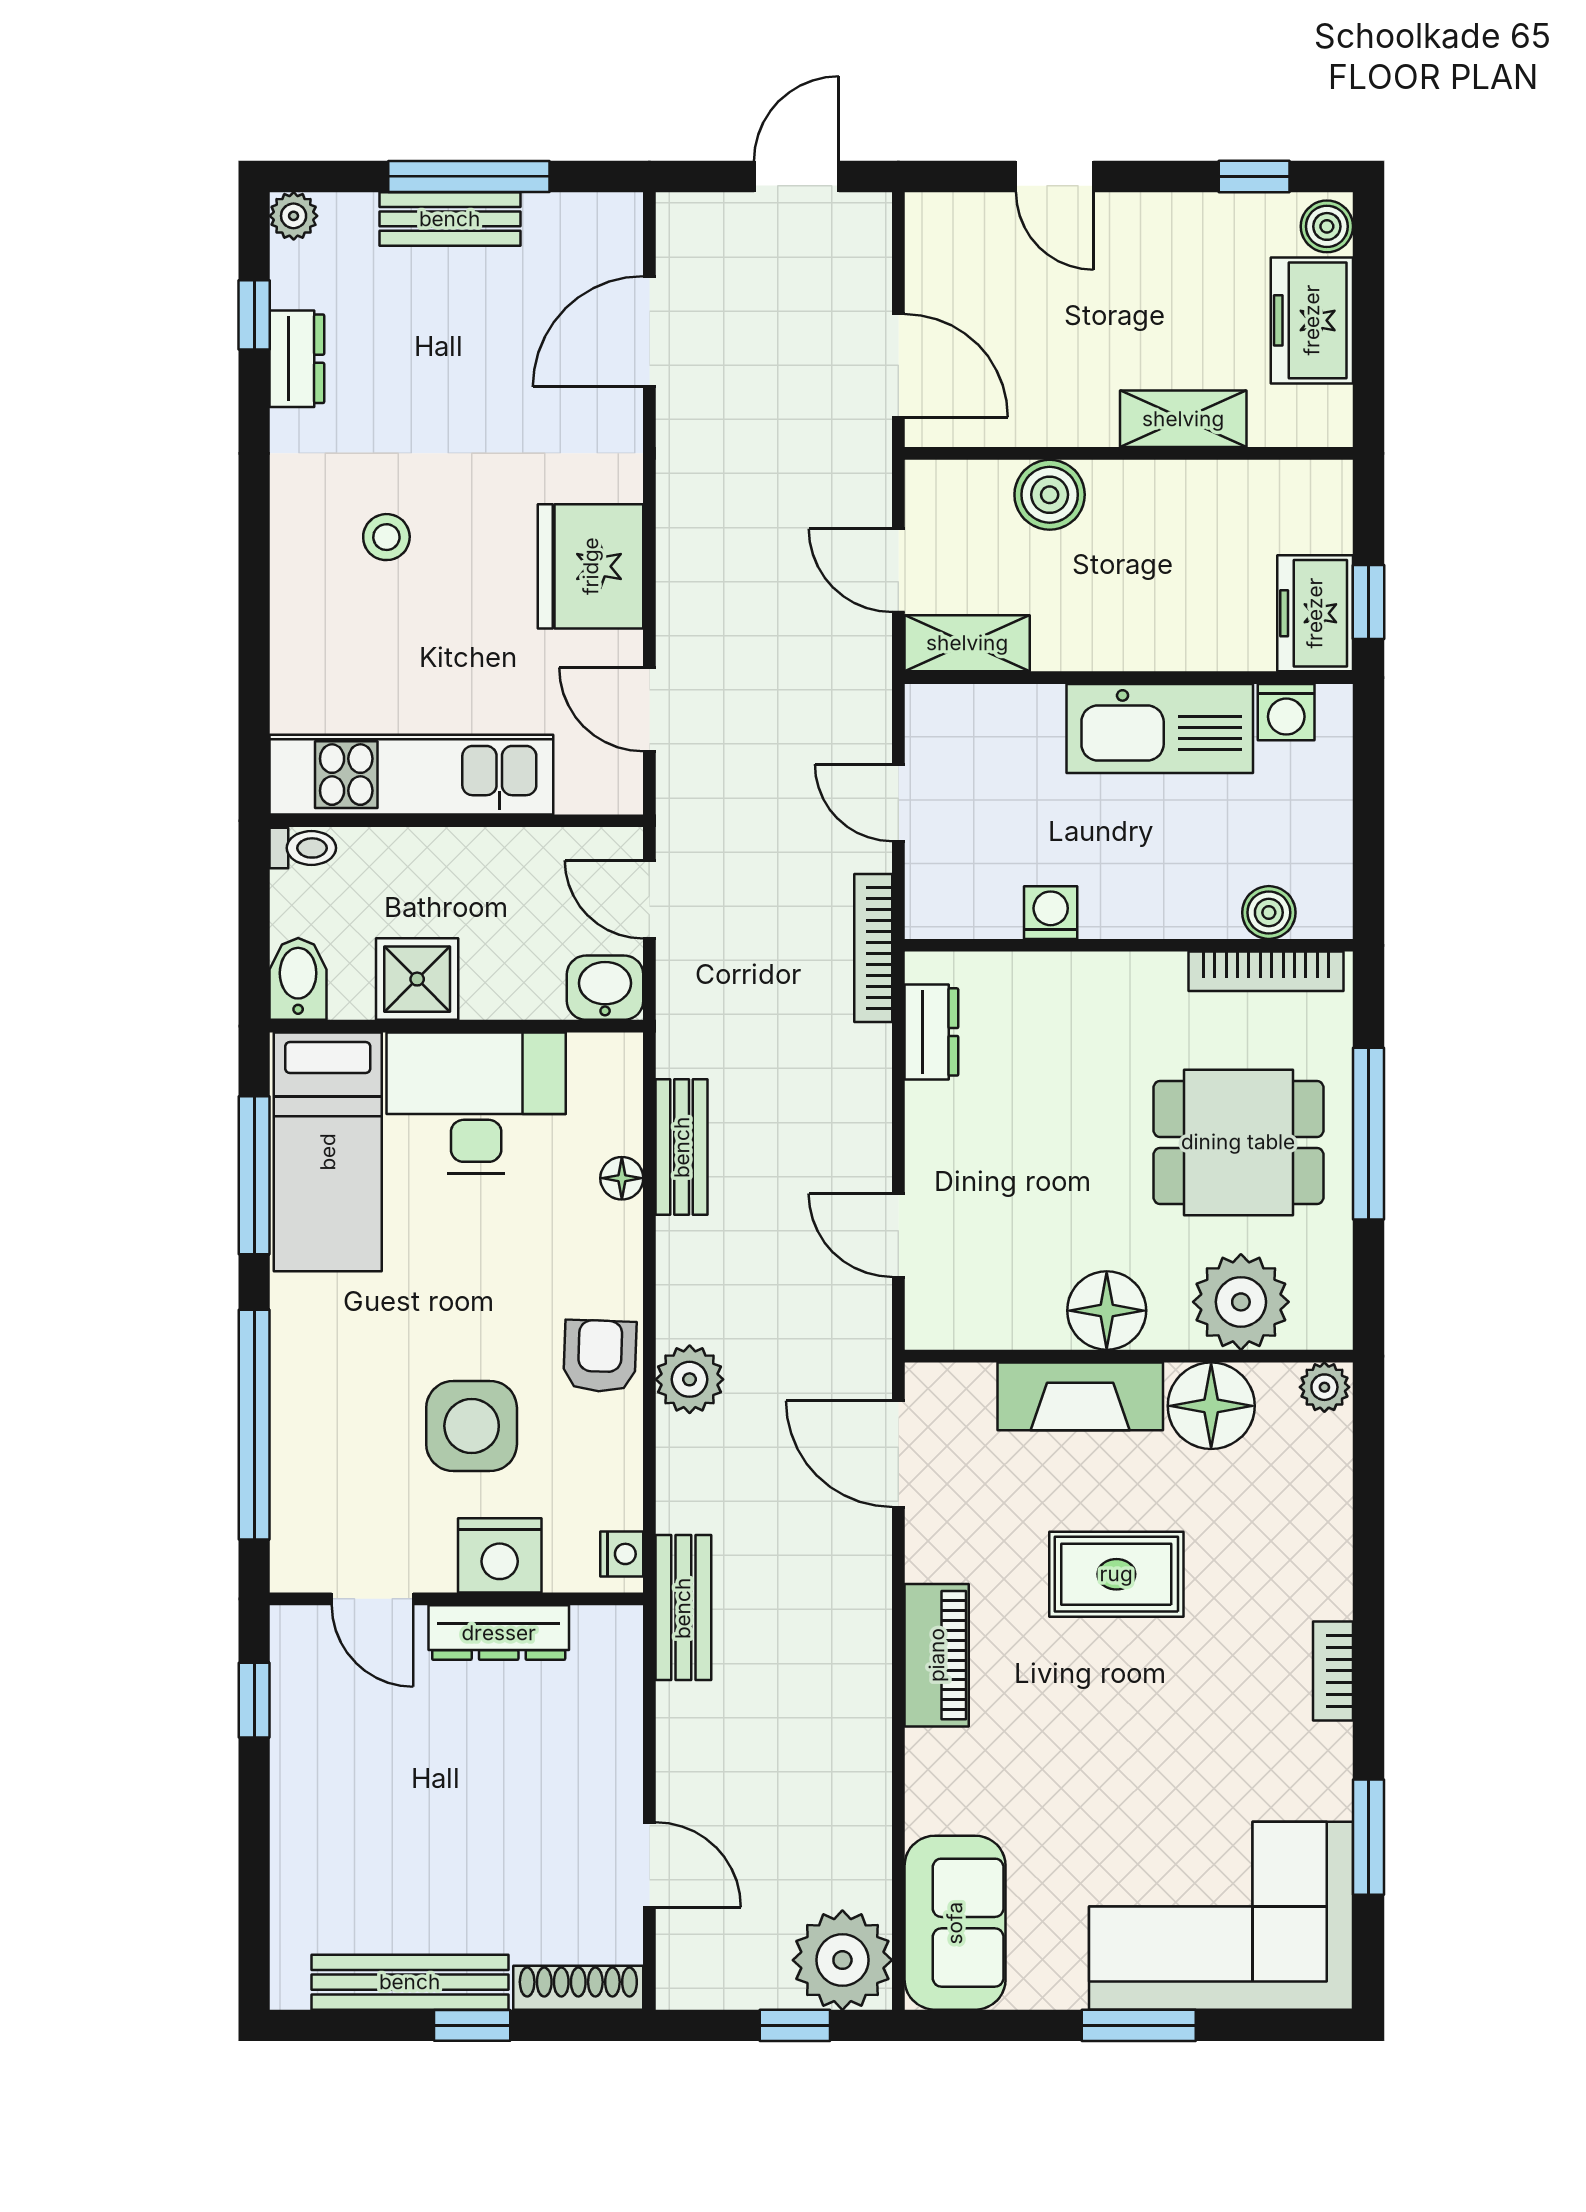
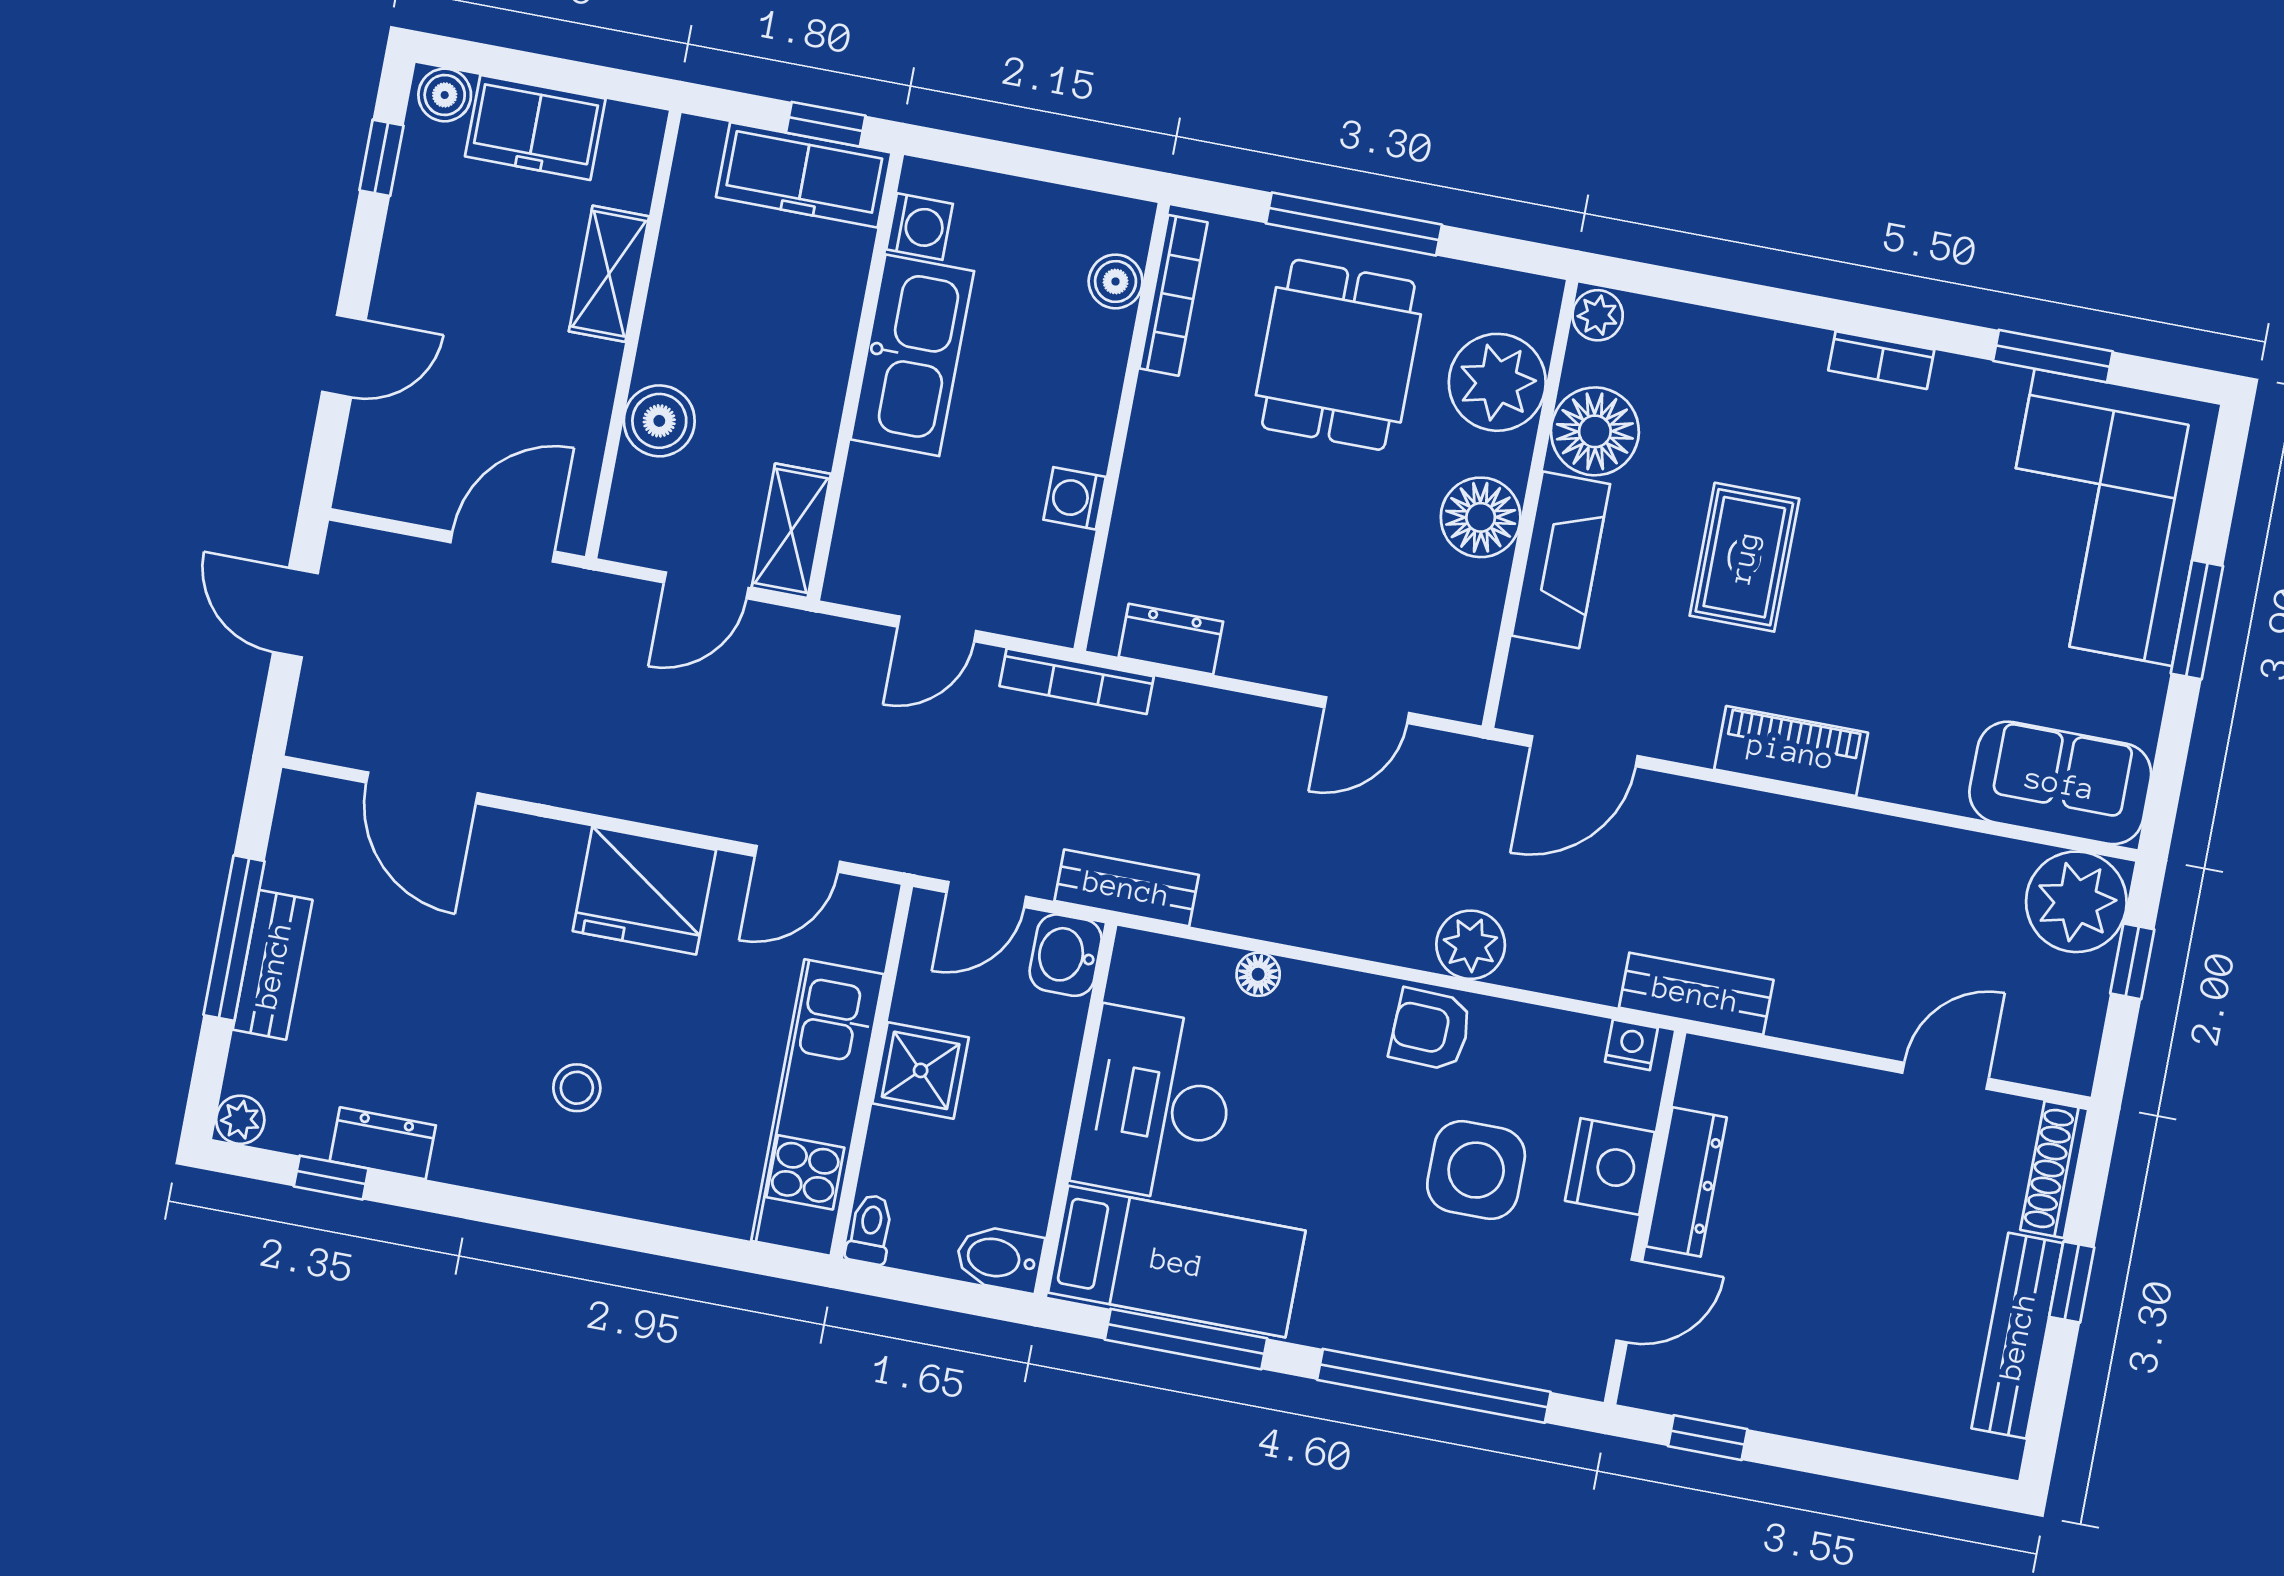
freezer: (1315, 613) -> (804, 175), width x1.40
shower: (417, 979) -> (921, 1070), moved
bench: (682, 1147) -> (1127, 888), moved

